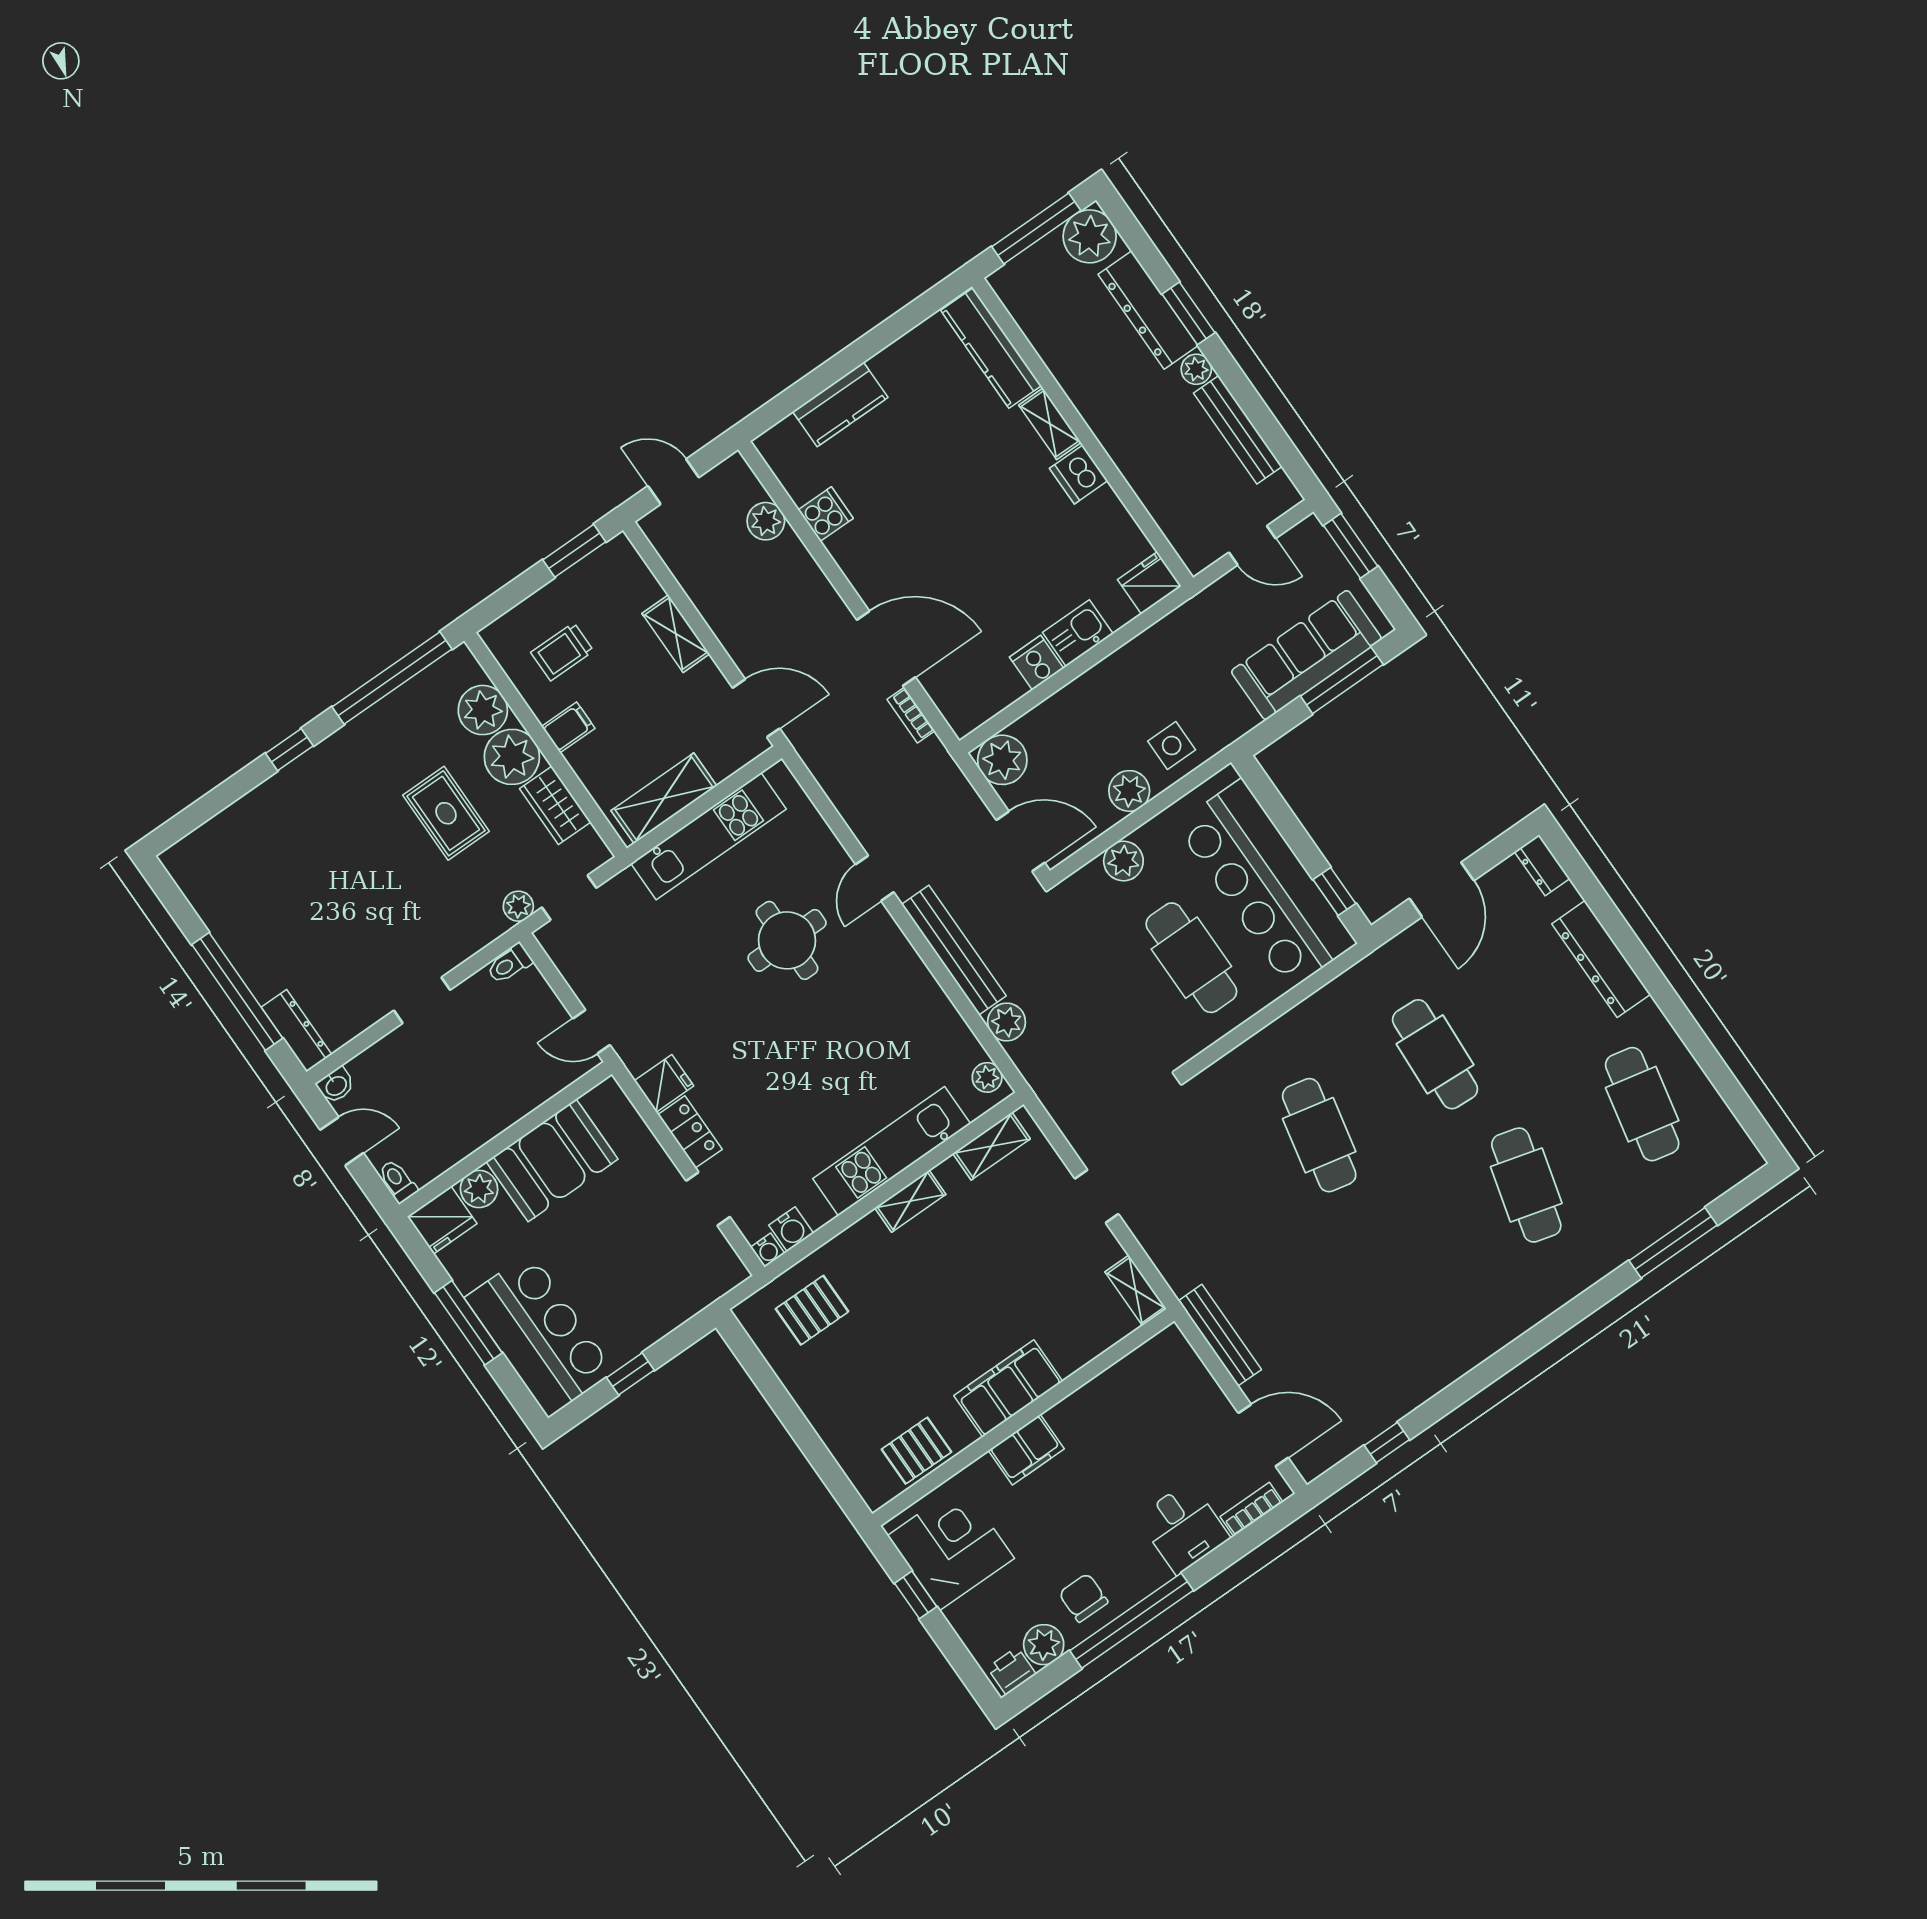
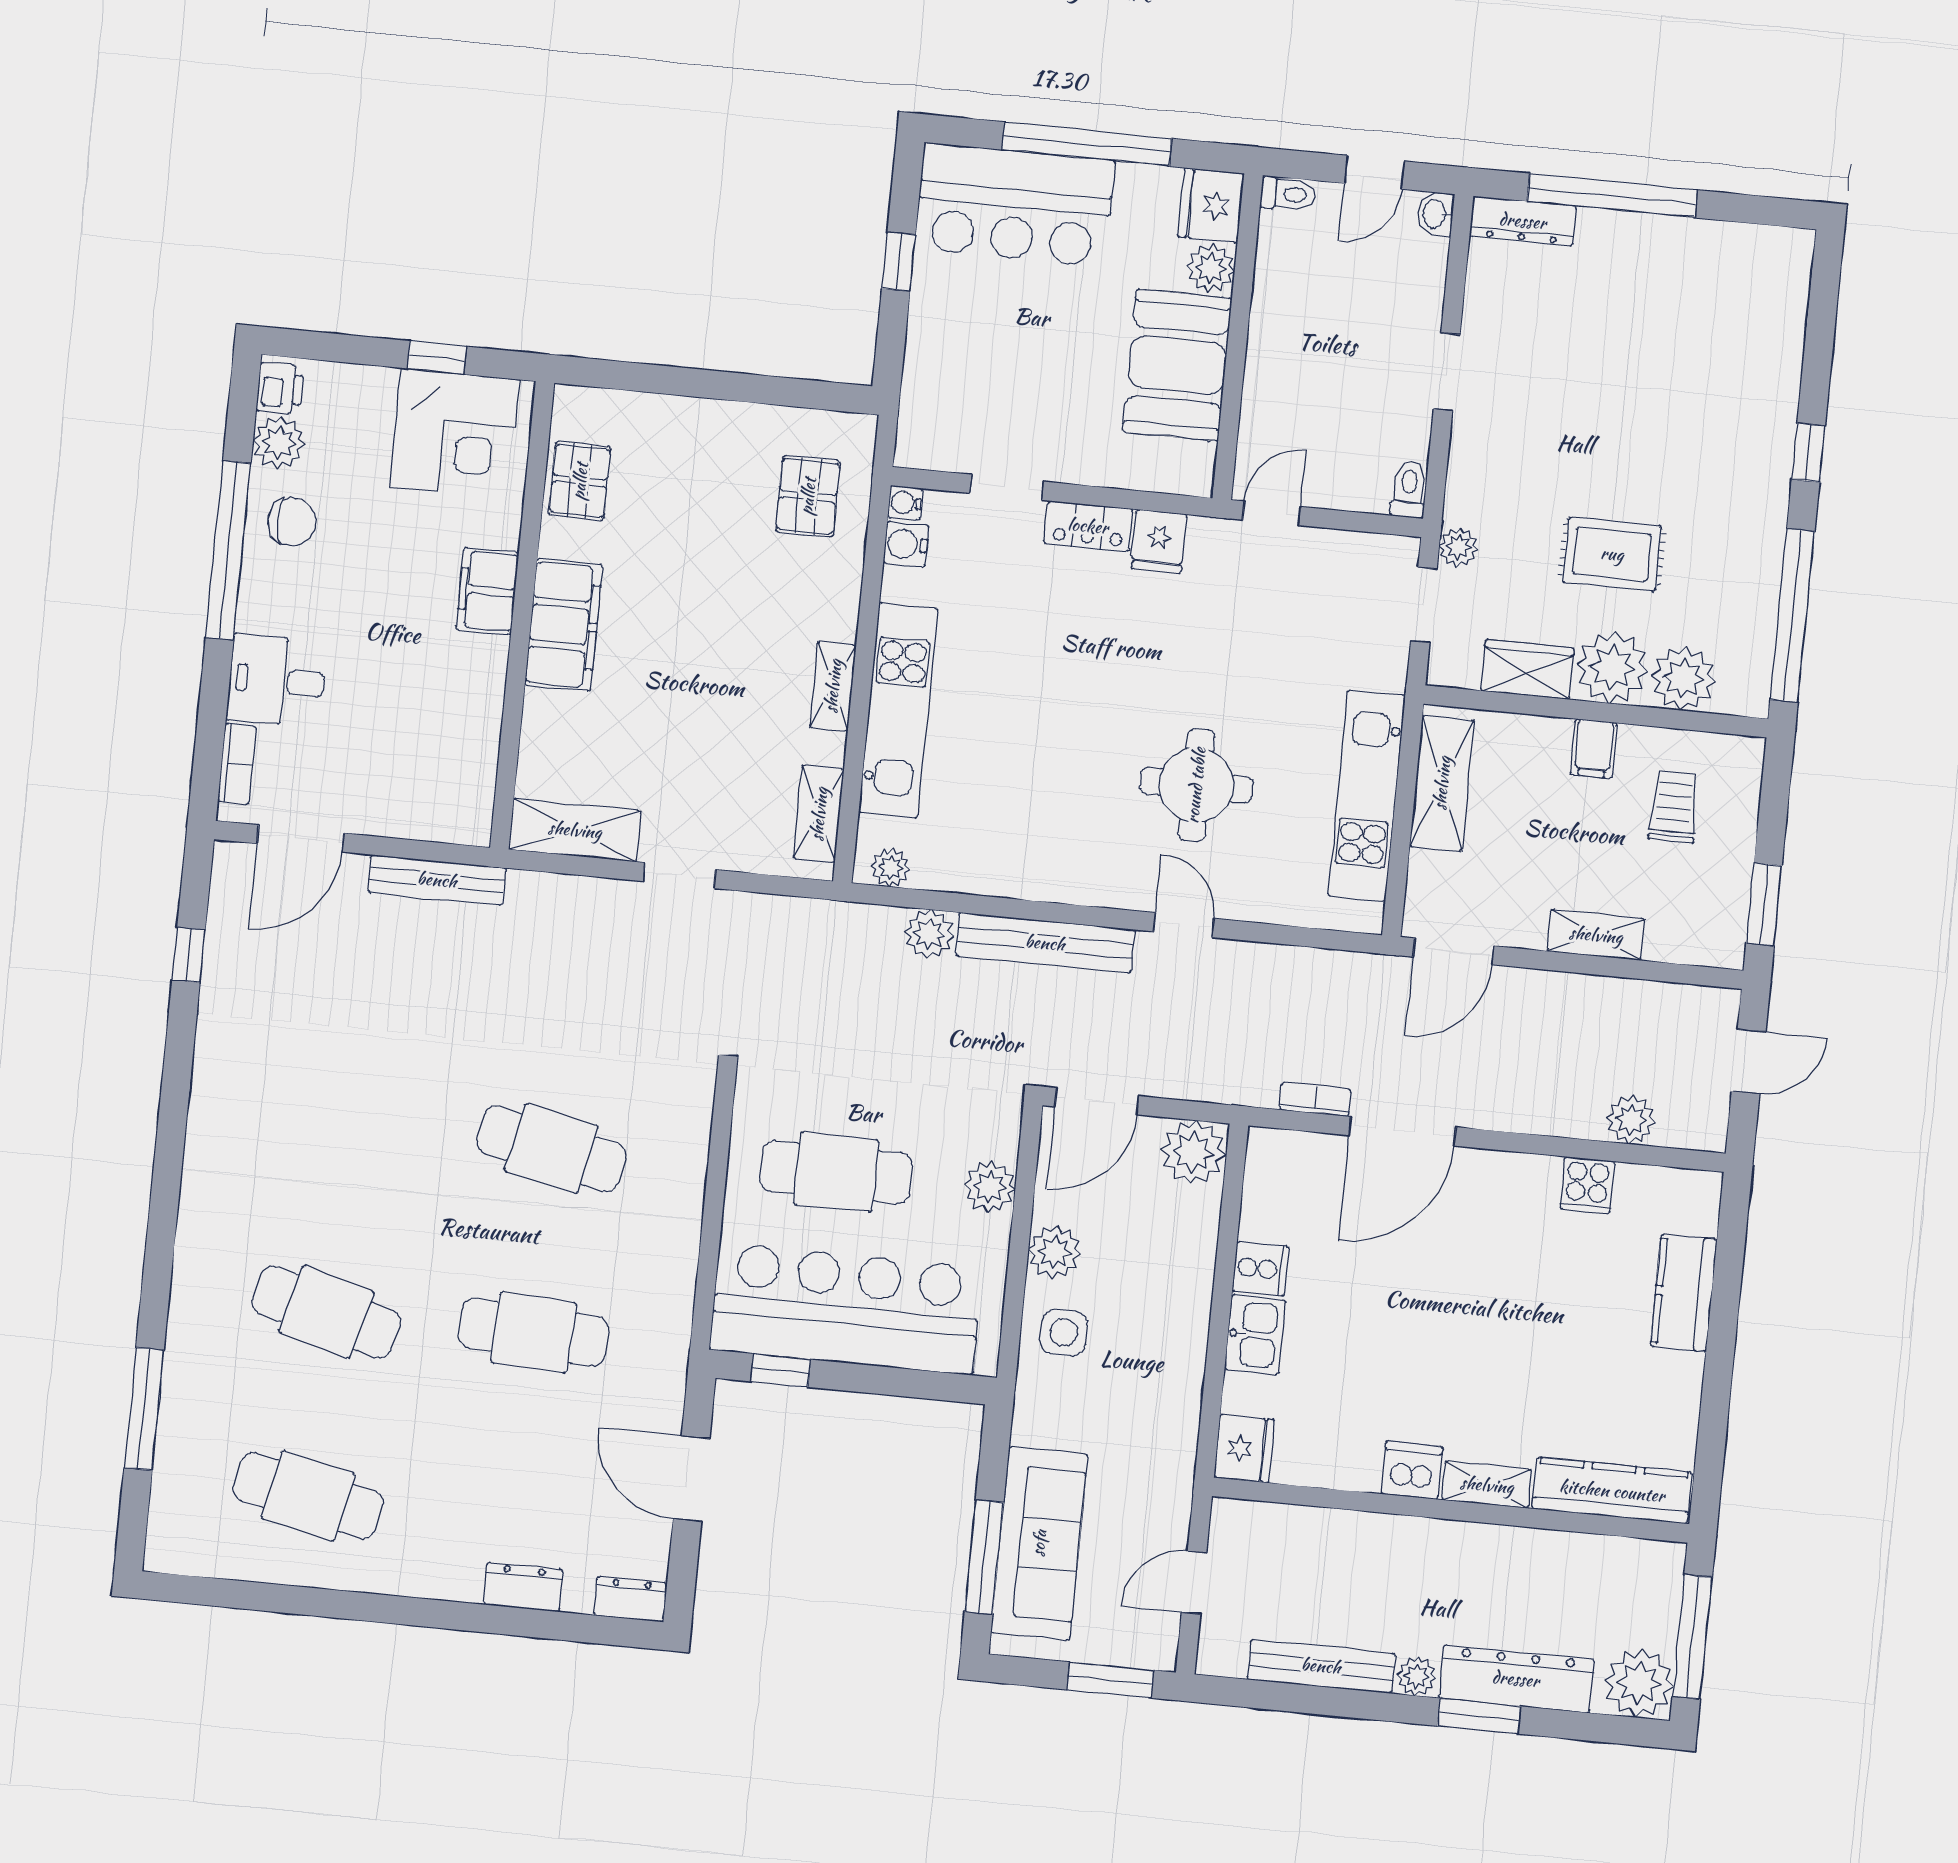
dresser: (1601, 959) -> (523, 1587), width x0.51, depth x0.80
shelving: (1136, 1290) -> (575, 830), width x1.50, depth x1.33
window: (468, 1323) -> (1087, 144), width x1.46

